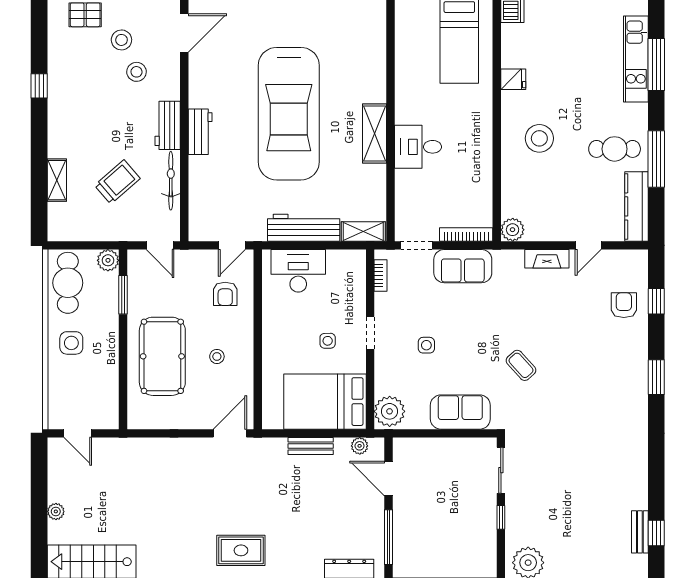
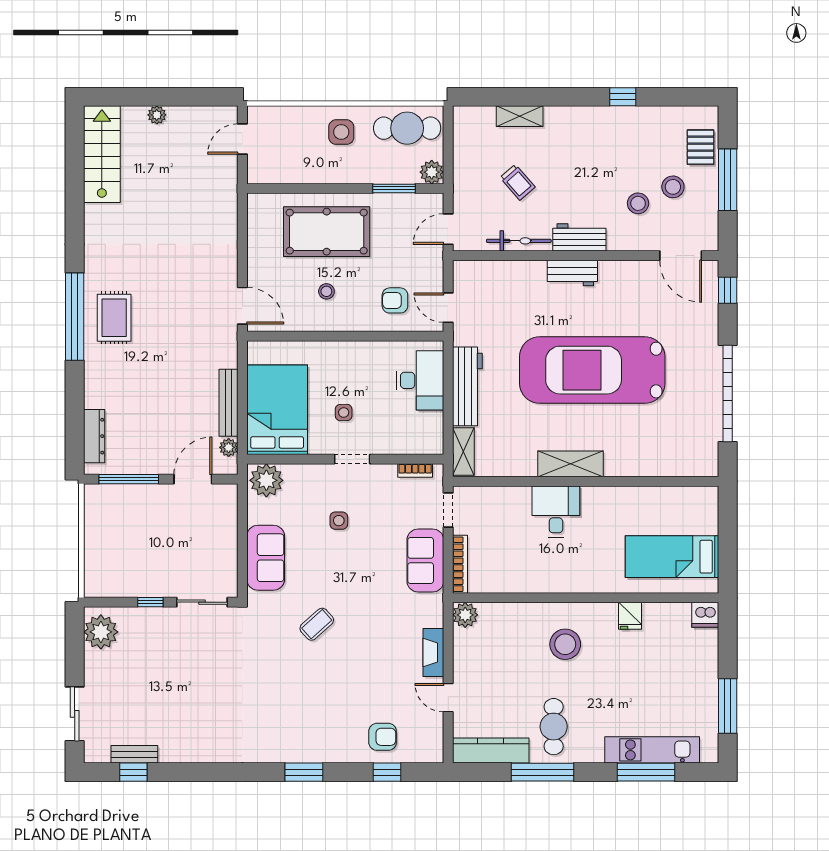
trolley: (117, 182) -> (517, 182), width x0.73, depth x0.72
bench: (311, 446) -> (228, 403), width x1.36

